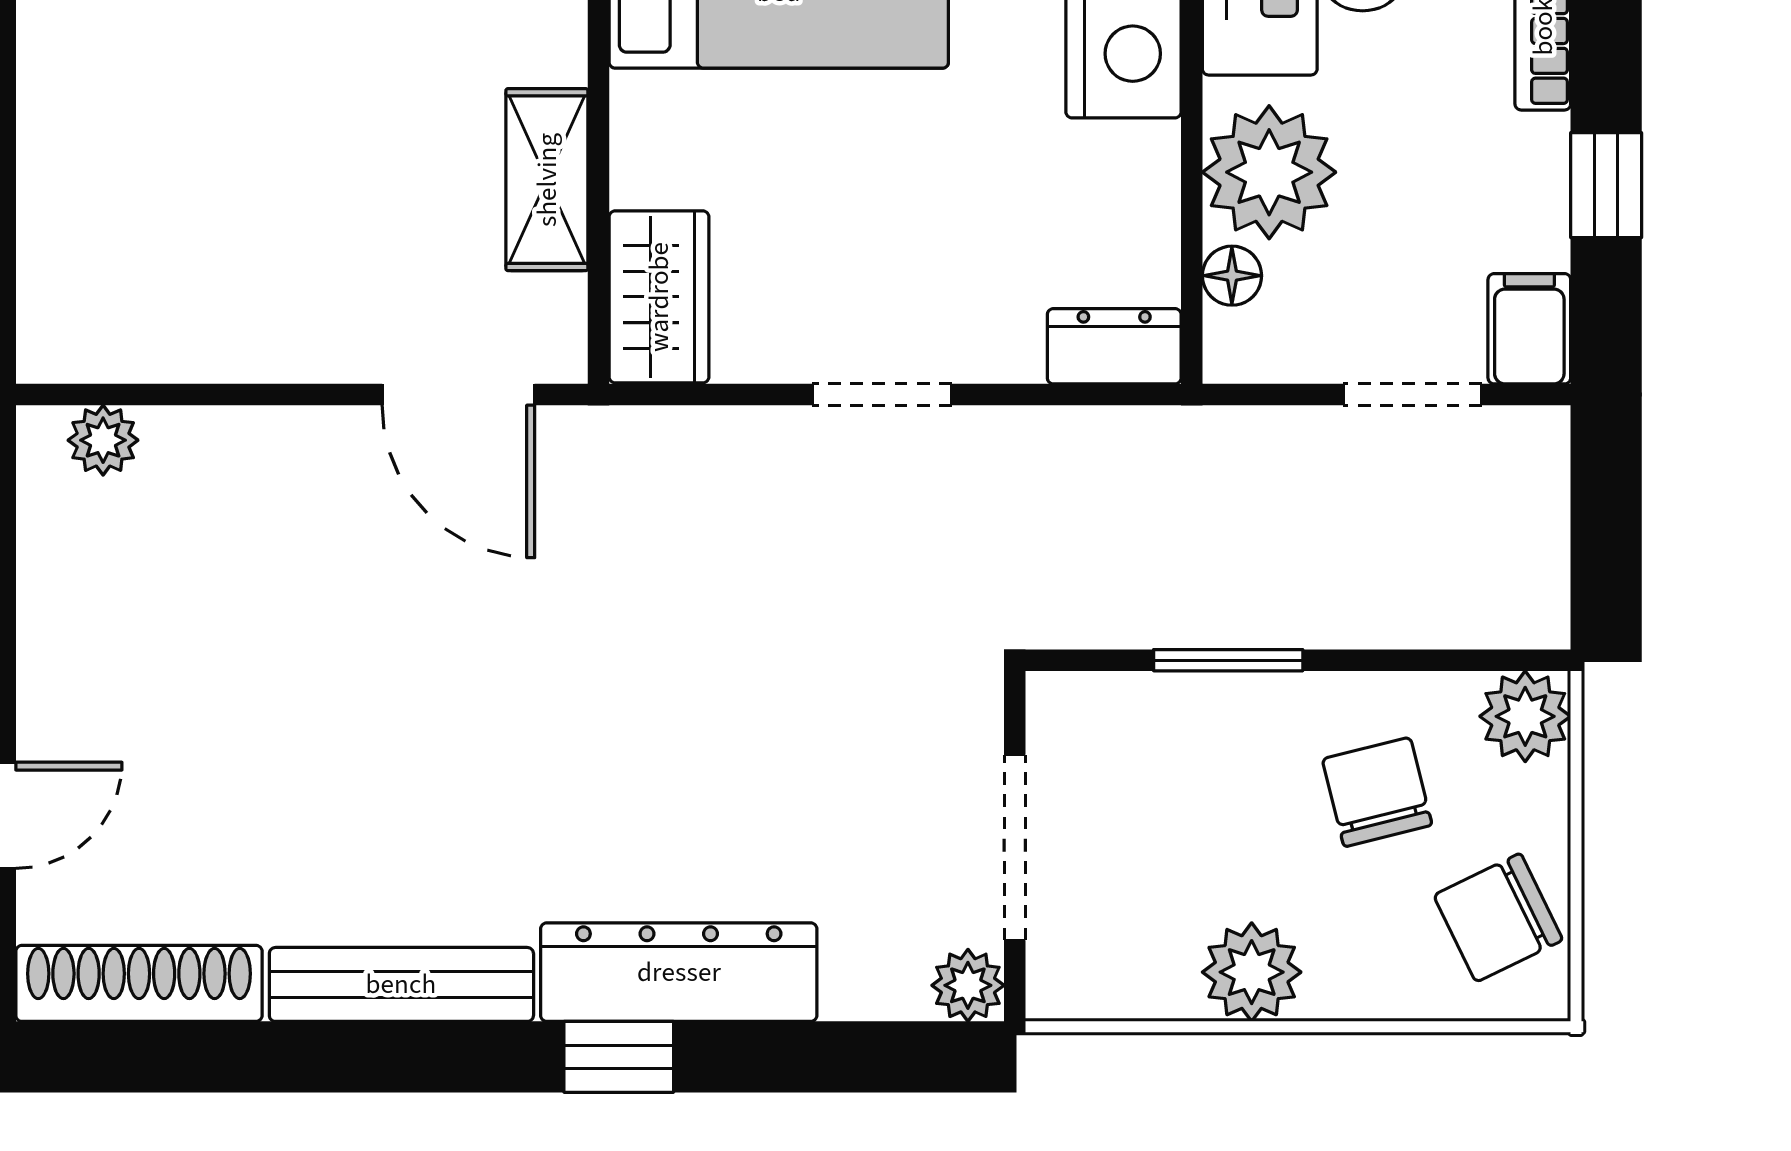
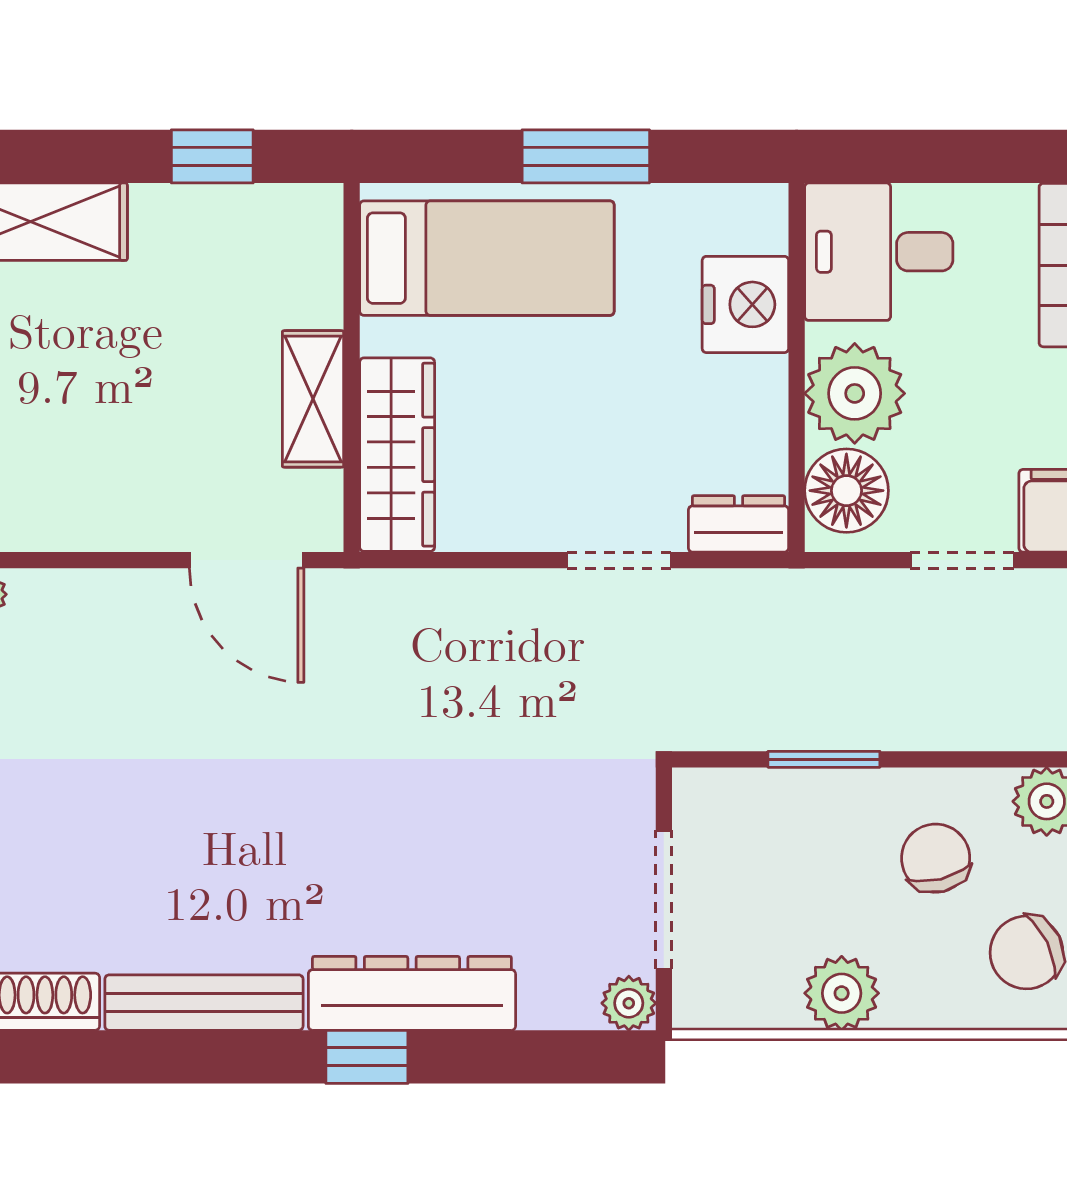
floor lamp: (1232, 276) -> (846, 491), width x1.89, depth x1.89
wardrobe: (659, 297) -> (397, 455), width x1.50
doorway: (882, 395) -> (619, 560), moved

